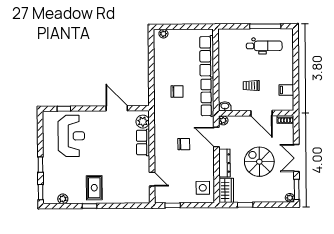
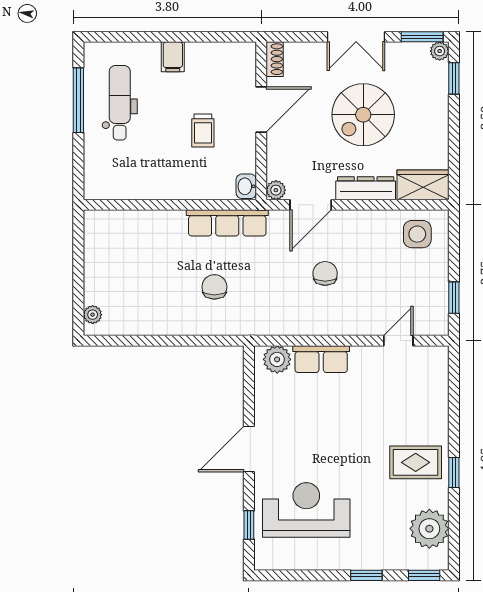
row of seats: (207, 56) -> (141, 224), removed
filing cabinet: (286, 90) -> (173, 57), moved
door: (117, 108) -> (249, 449), moved
plant: (63, 199) -> (429, 529), width x1.88, depth x1.88
window: (245, 205) -> (454, 78), moved

